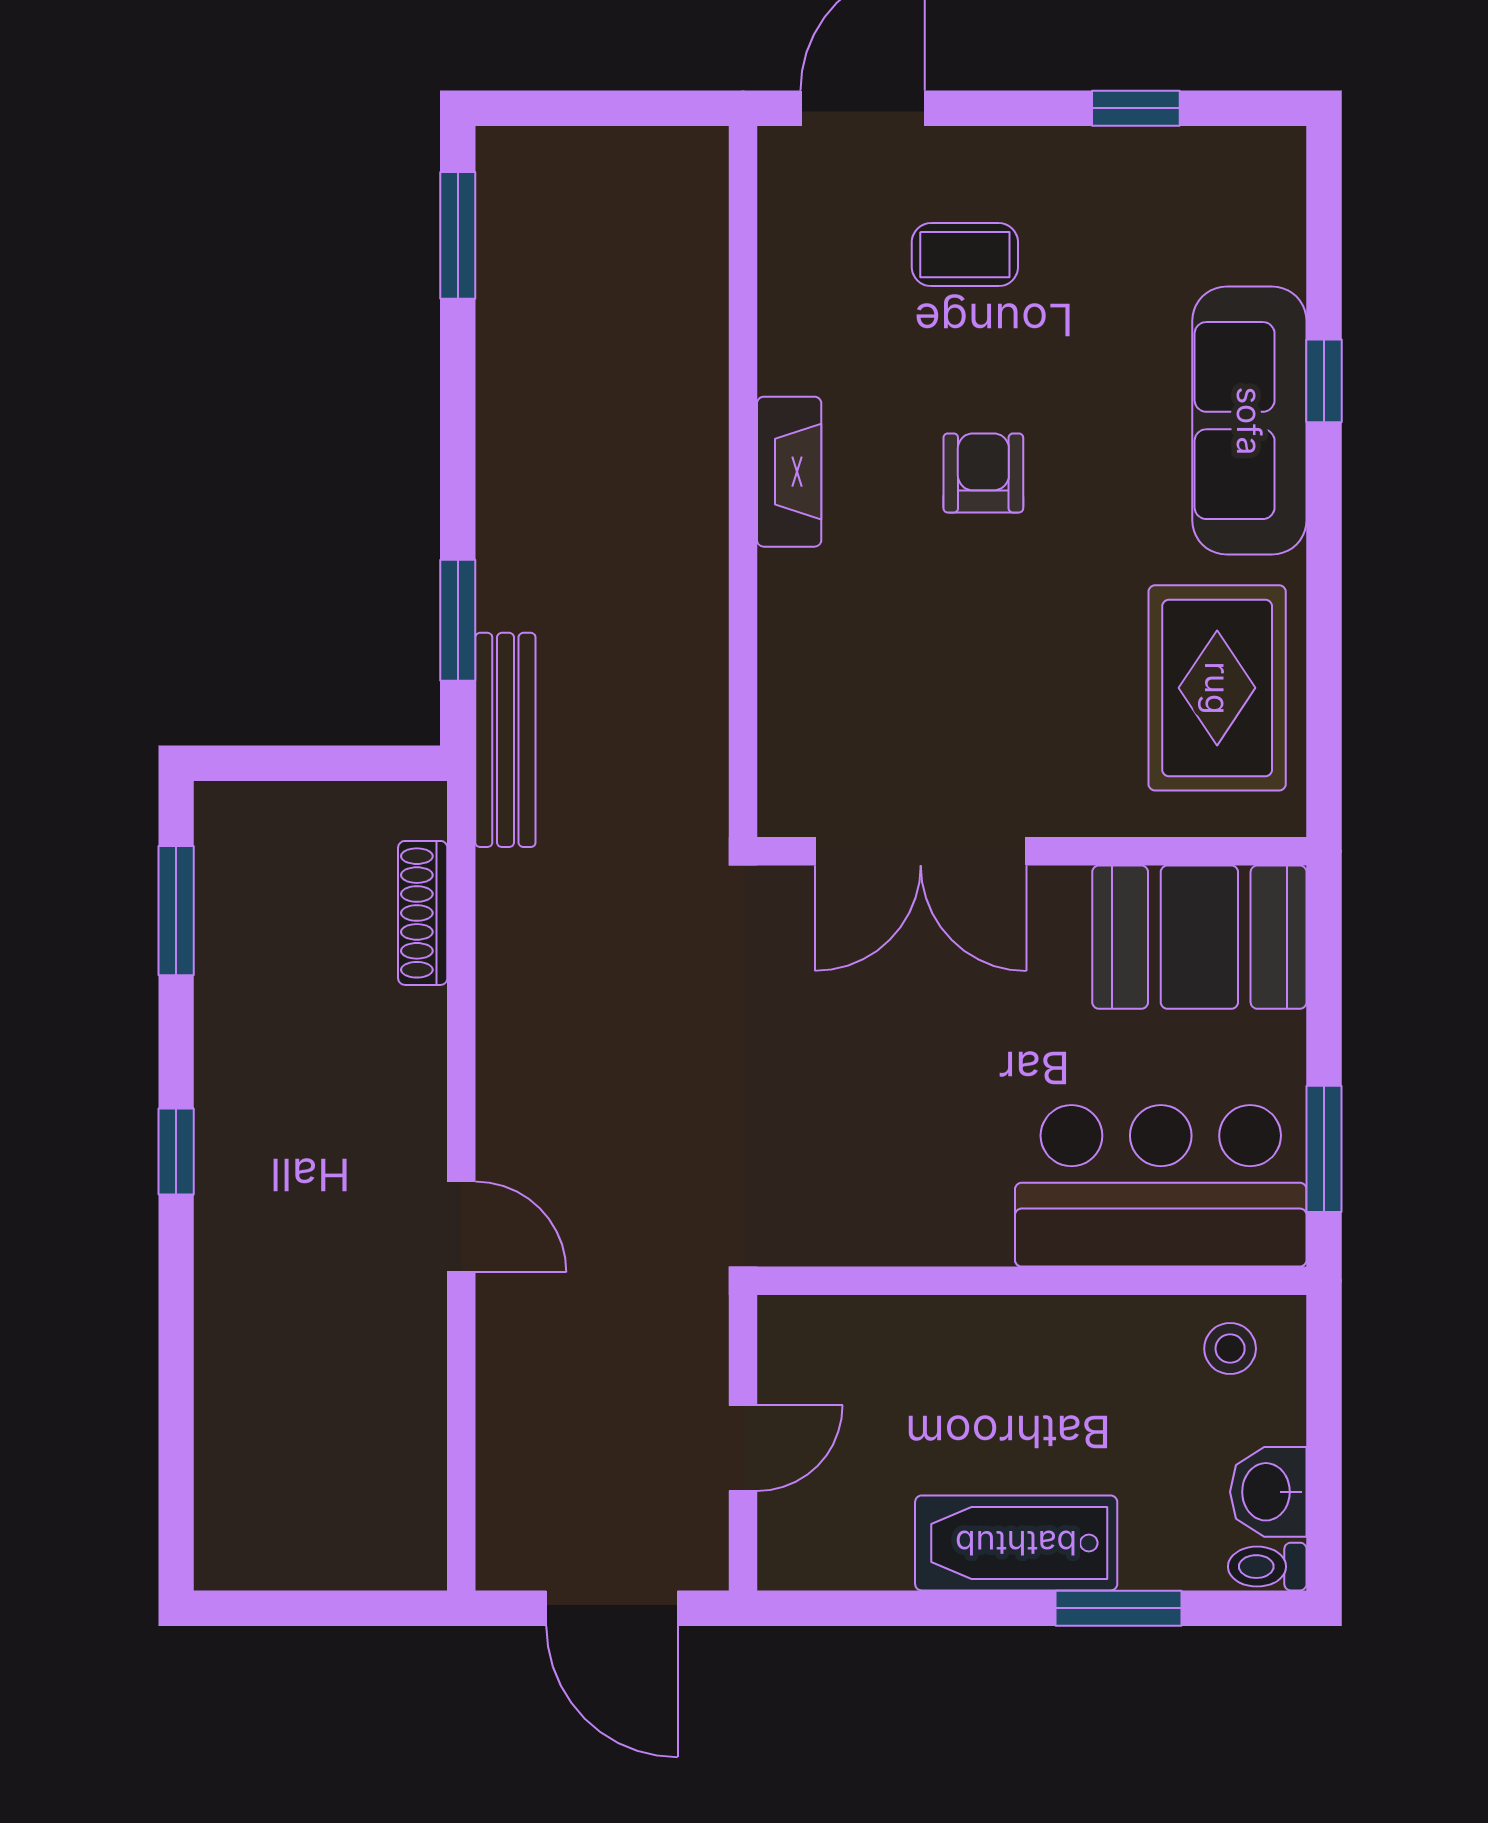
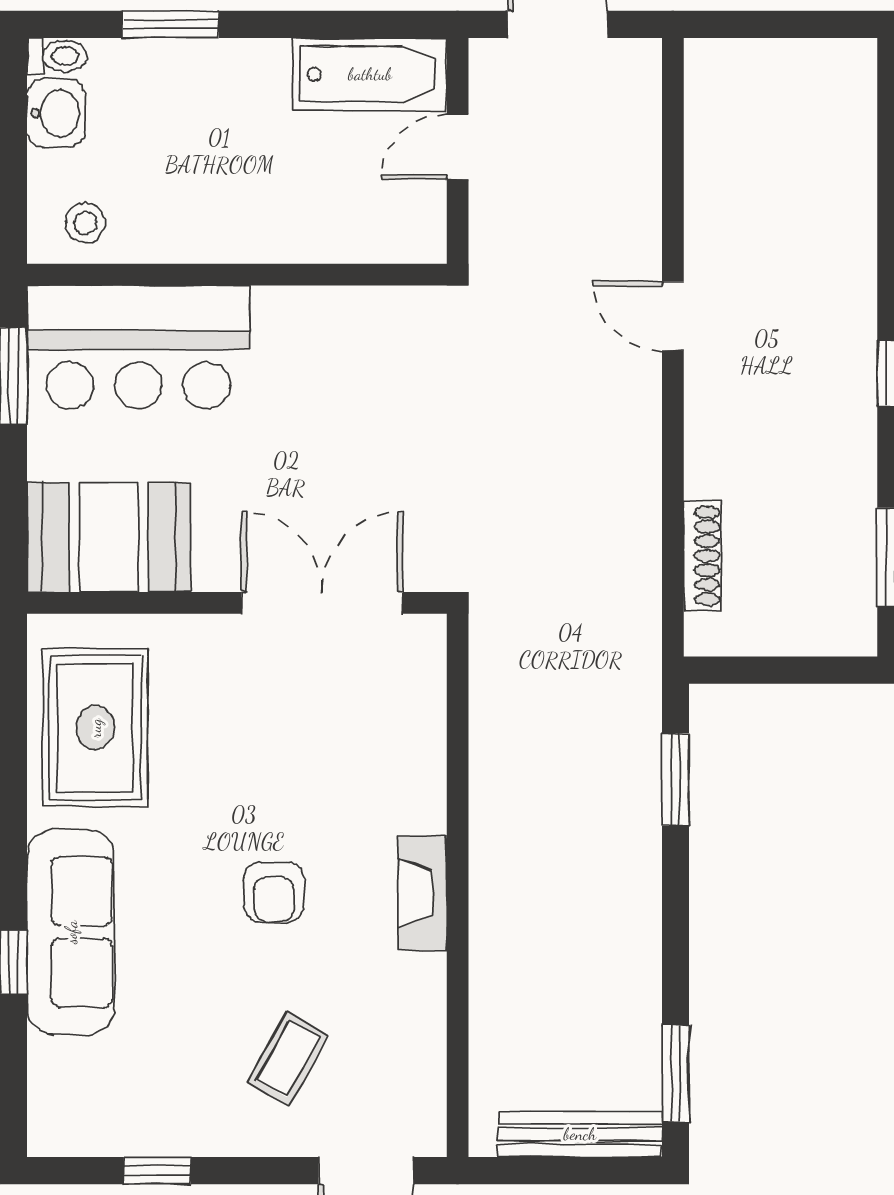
coffee table: (965, 255) -> (288, 1059), turned -61
bench: (505, 740) -> (580, 1134), moved, turned 90
bathtub: (1016, 1543) -> (370, 74), moved

